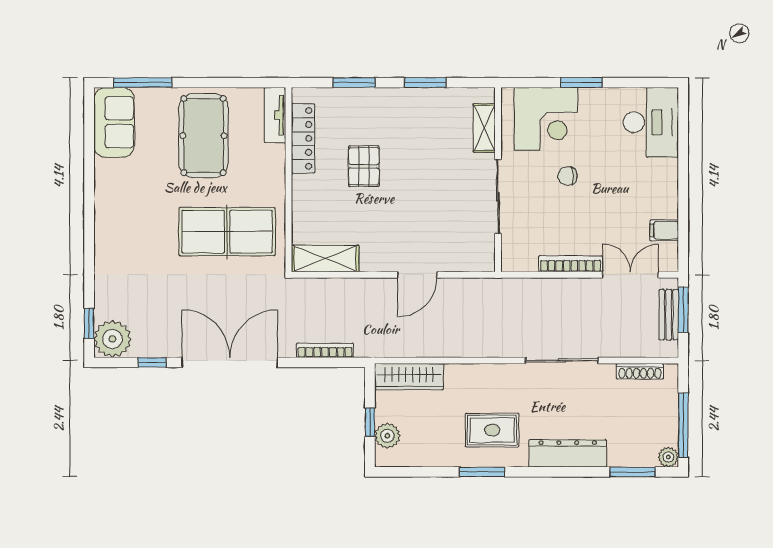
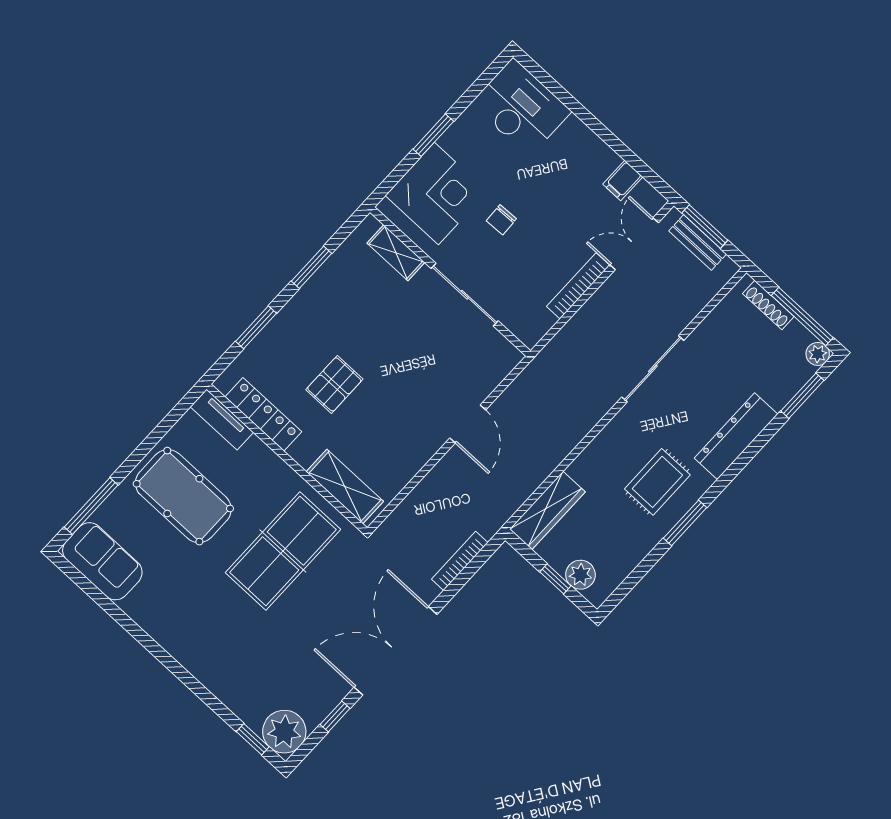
pallet: (364, 166) -> (334, 384), turned 90
shelving: (325, 259) -> (345, 487), moved, turned 90
shoe rack: (640, 371) -> (768, 305), moved, turned 90

